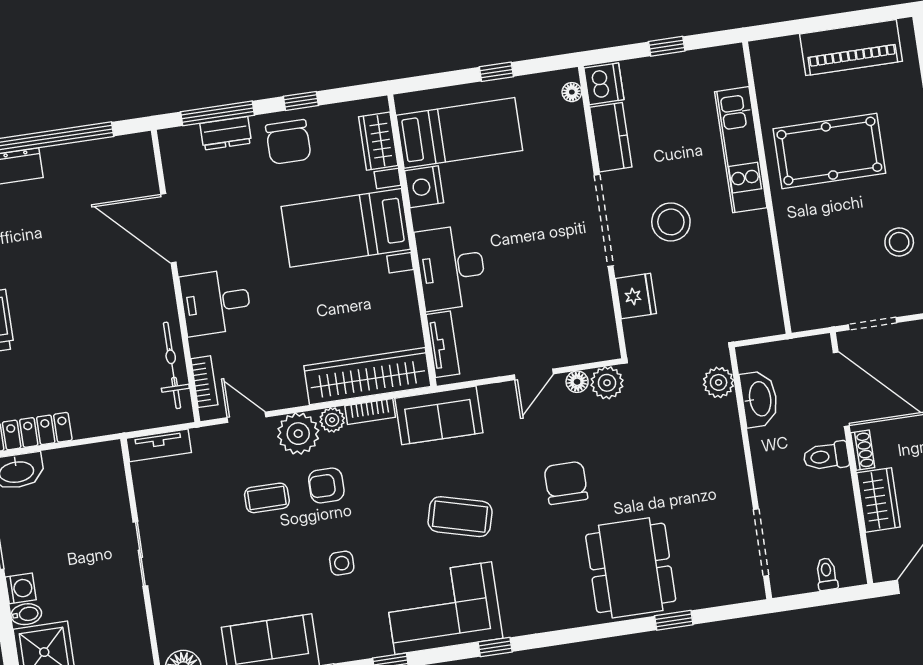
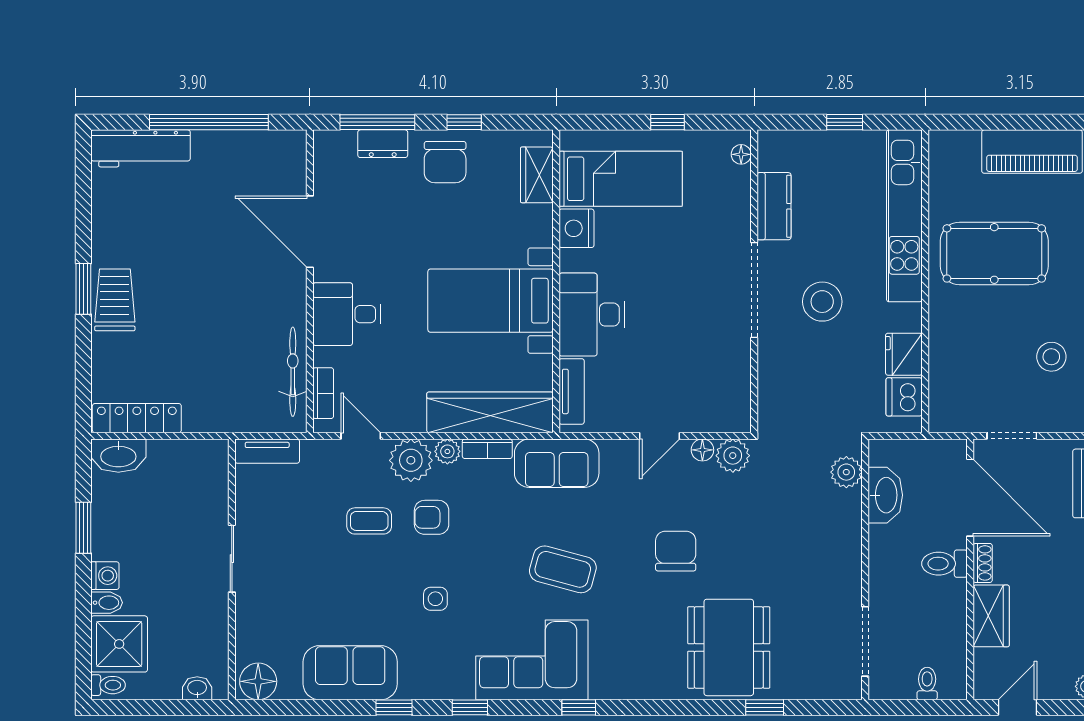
dishwasher: (604, 84) -> (904, 397), moved, turned 180
kitchen unit: (741, 150) -> (904, 216), width x1.36
bed with nightstands: (346, 228) -> (490, 301), moved
fridge: (636, 296) -> (904, 354), moved, turned 180

